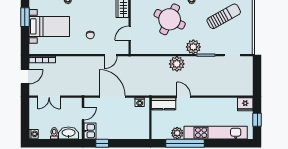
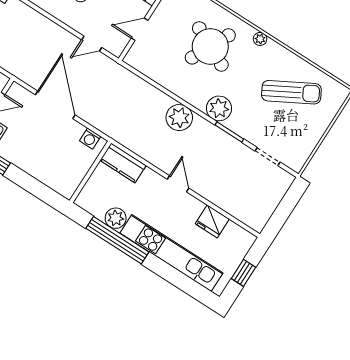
door: (184, 97) -> (178, 184), moved
fridge: (245, 104) -> (212, 221), moved

